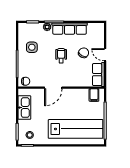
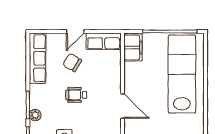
row of seats: (70, 29) -> (38, 58), moved
filing cabinet: (94, 95) -> (133, 48), width x2.00

